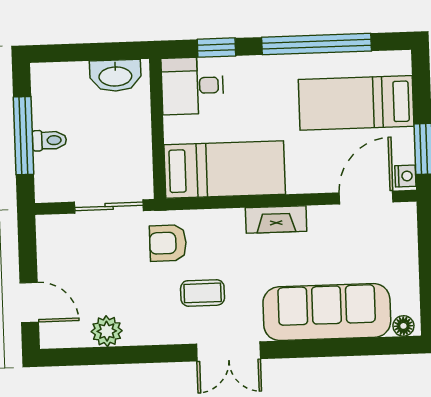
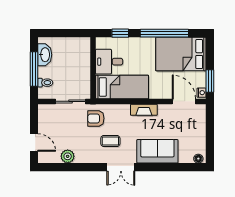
washbasin: (115, 76) -> (45, 55), moved, turned -90
desk: (192, 86) -> (109, 62), moved
bed: (356, 103) -> (181, 54), width x1.50
toilet: (49, 140) -> (45, 83), moved
door: (366, 197) -> (184, 101), hinge flipped
sofa: (327, 312) -> (157, 151), width x0.73

